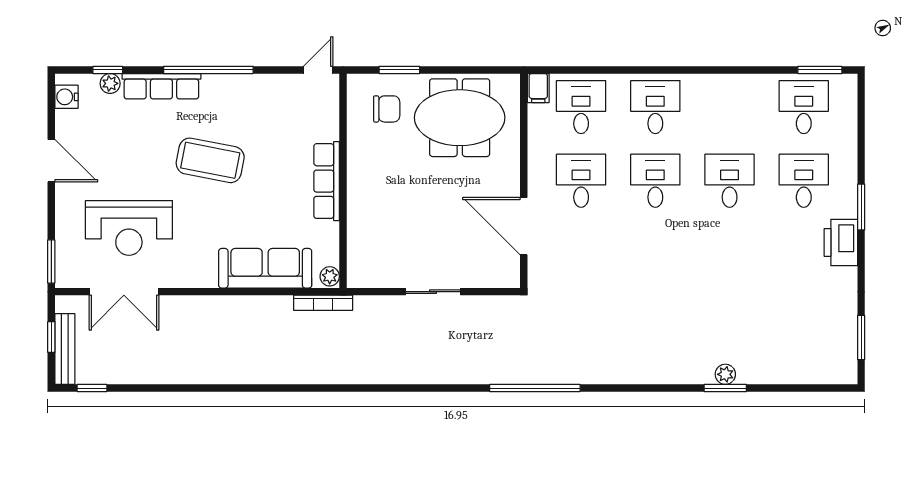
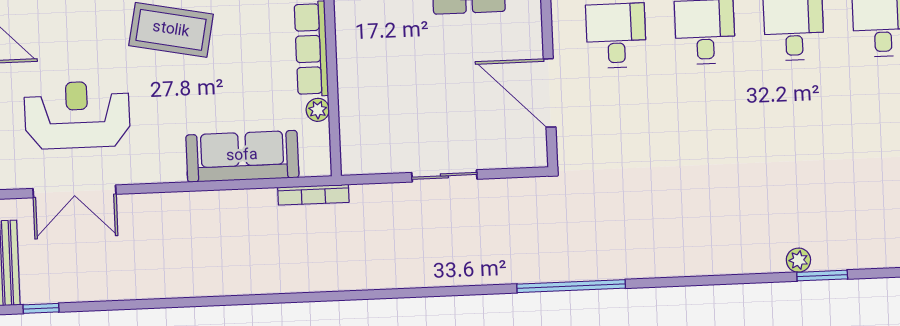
reception desk: (129, 228) -> (77, 115), turned 180
plant: (330, 276) -> (318, 110), moved
window: (725, 388) -> (822, 276), moved

